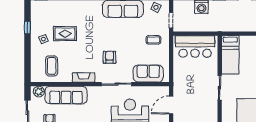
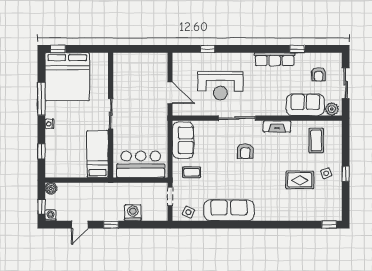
window: (27, 27) -> (346, 174), moved
sofa: (148, 74) -> (183, 140), moved, turned -90
sofa: (66, 95) -> (305, 105), width x0.73
door: (171, 105) -> (170, 93), hinge flipped

